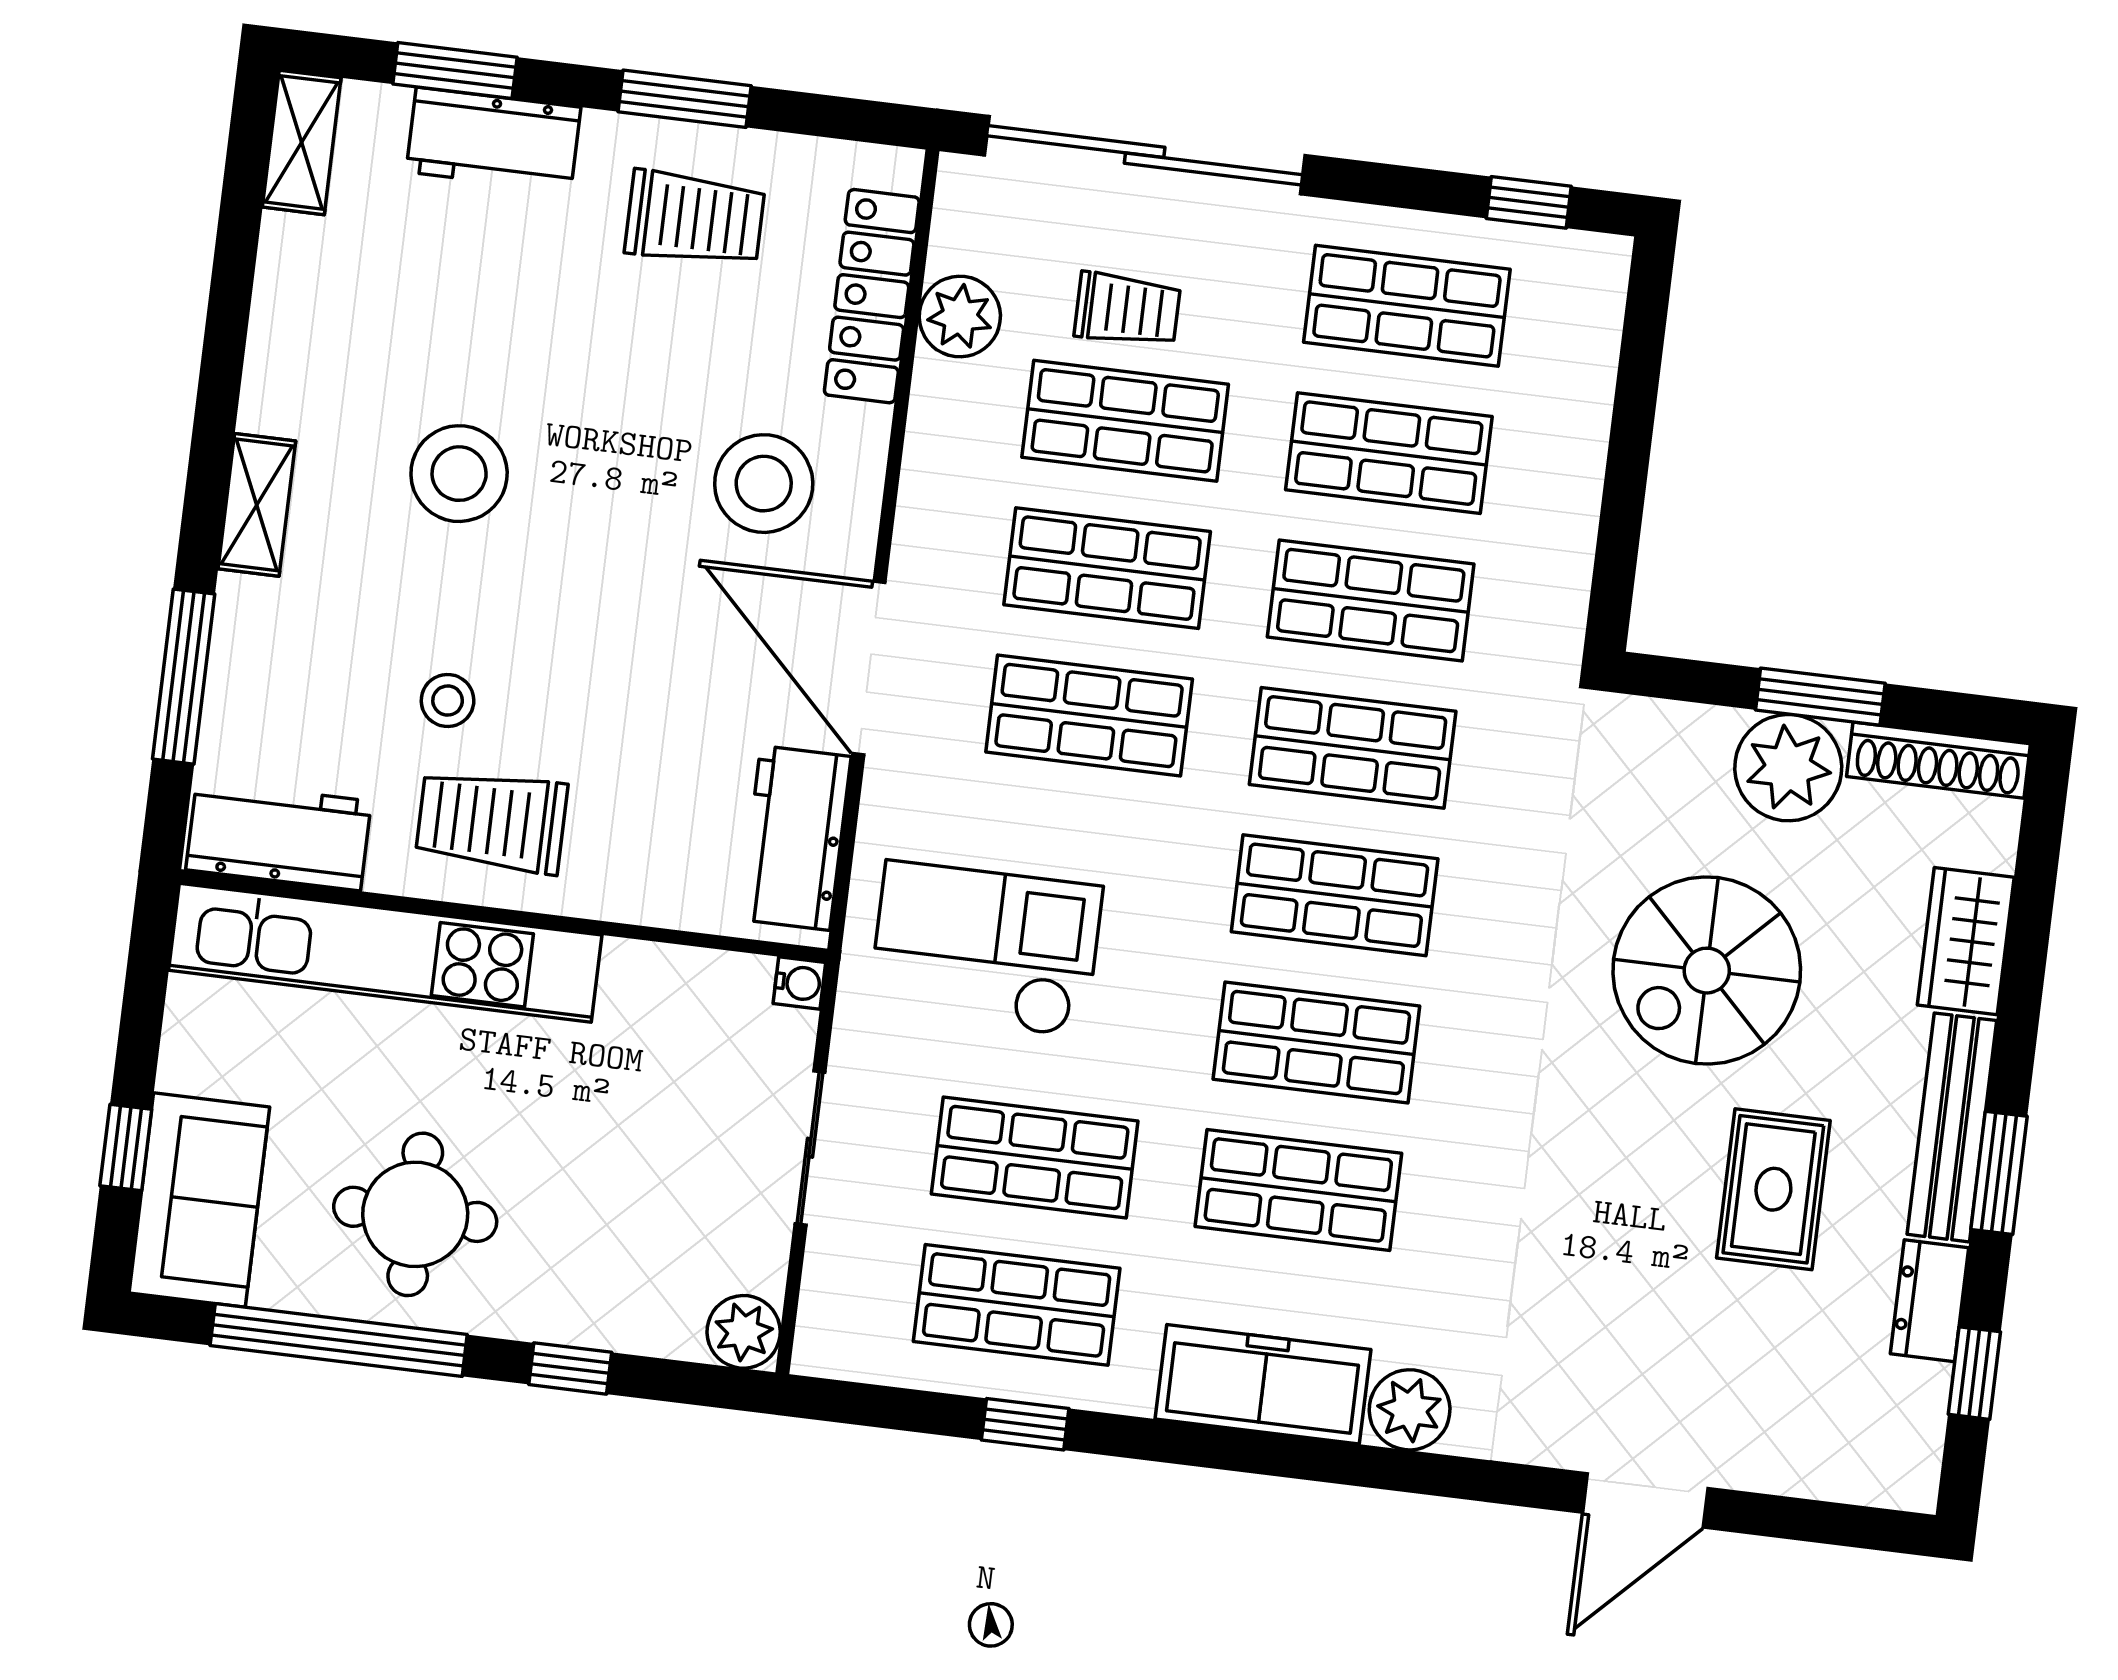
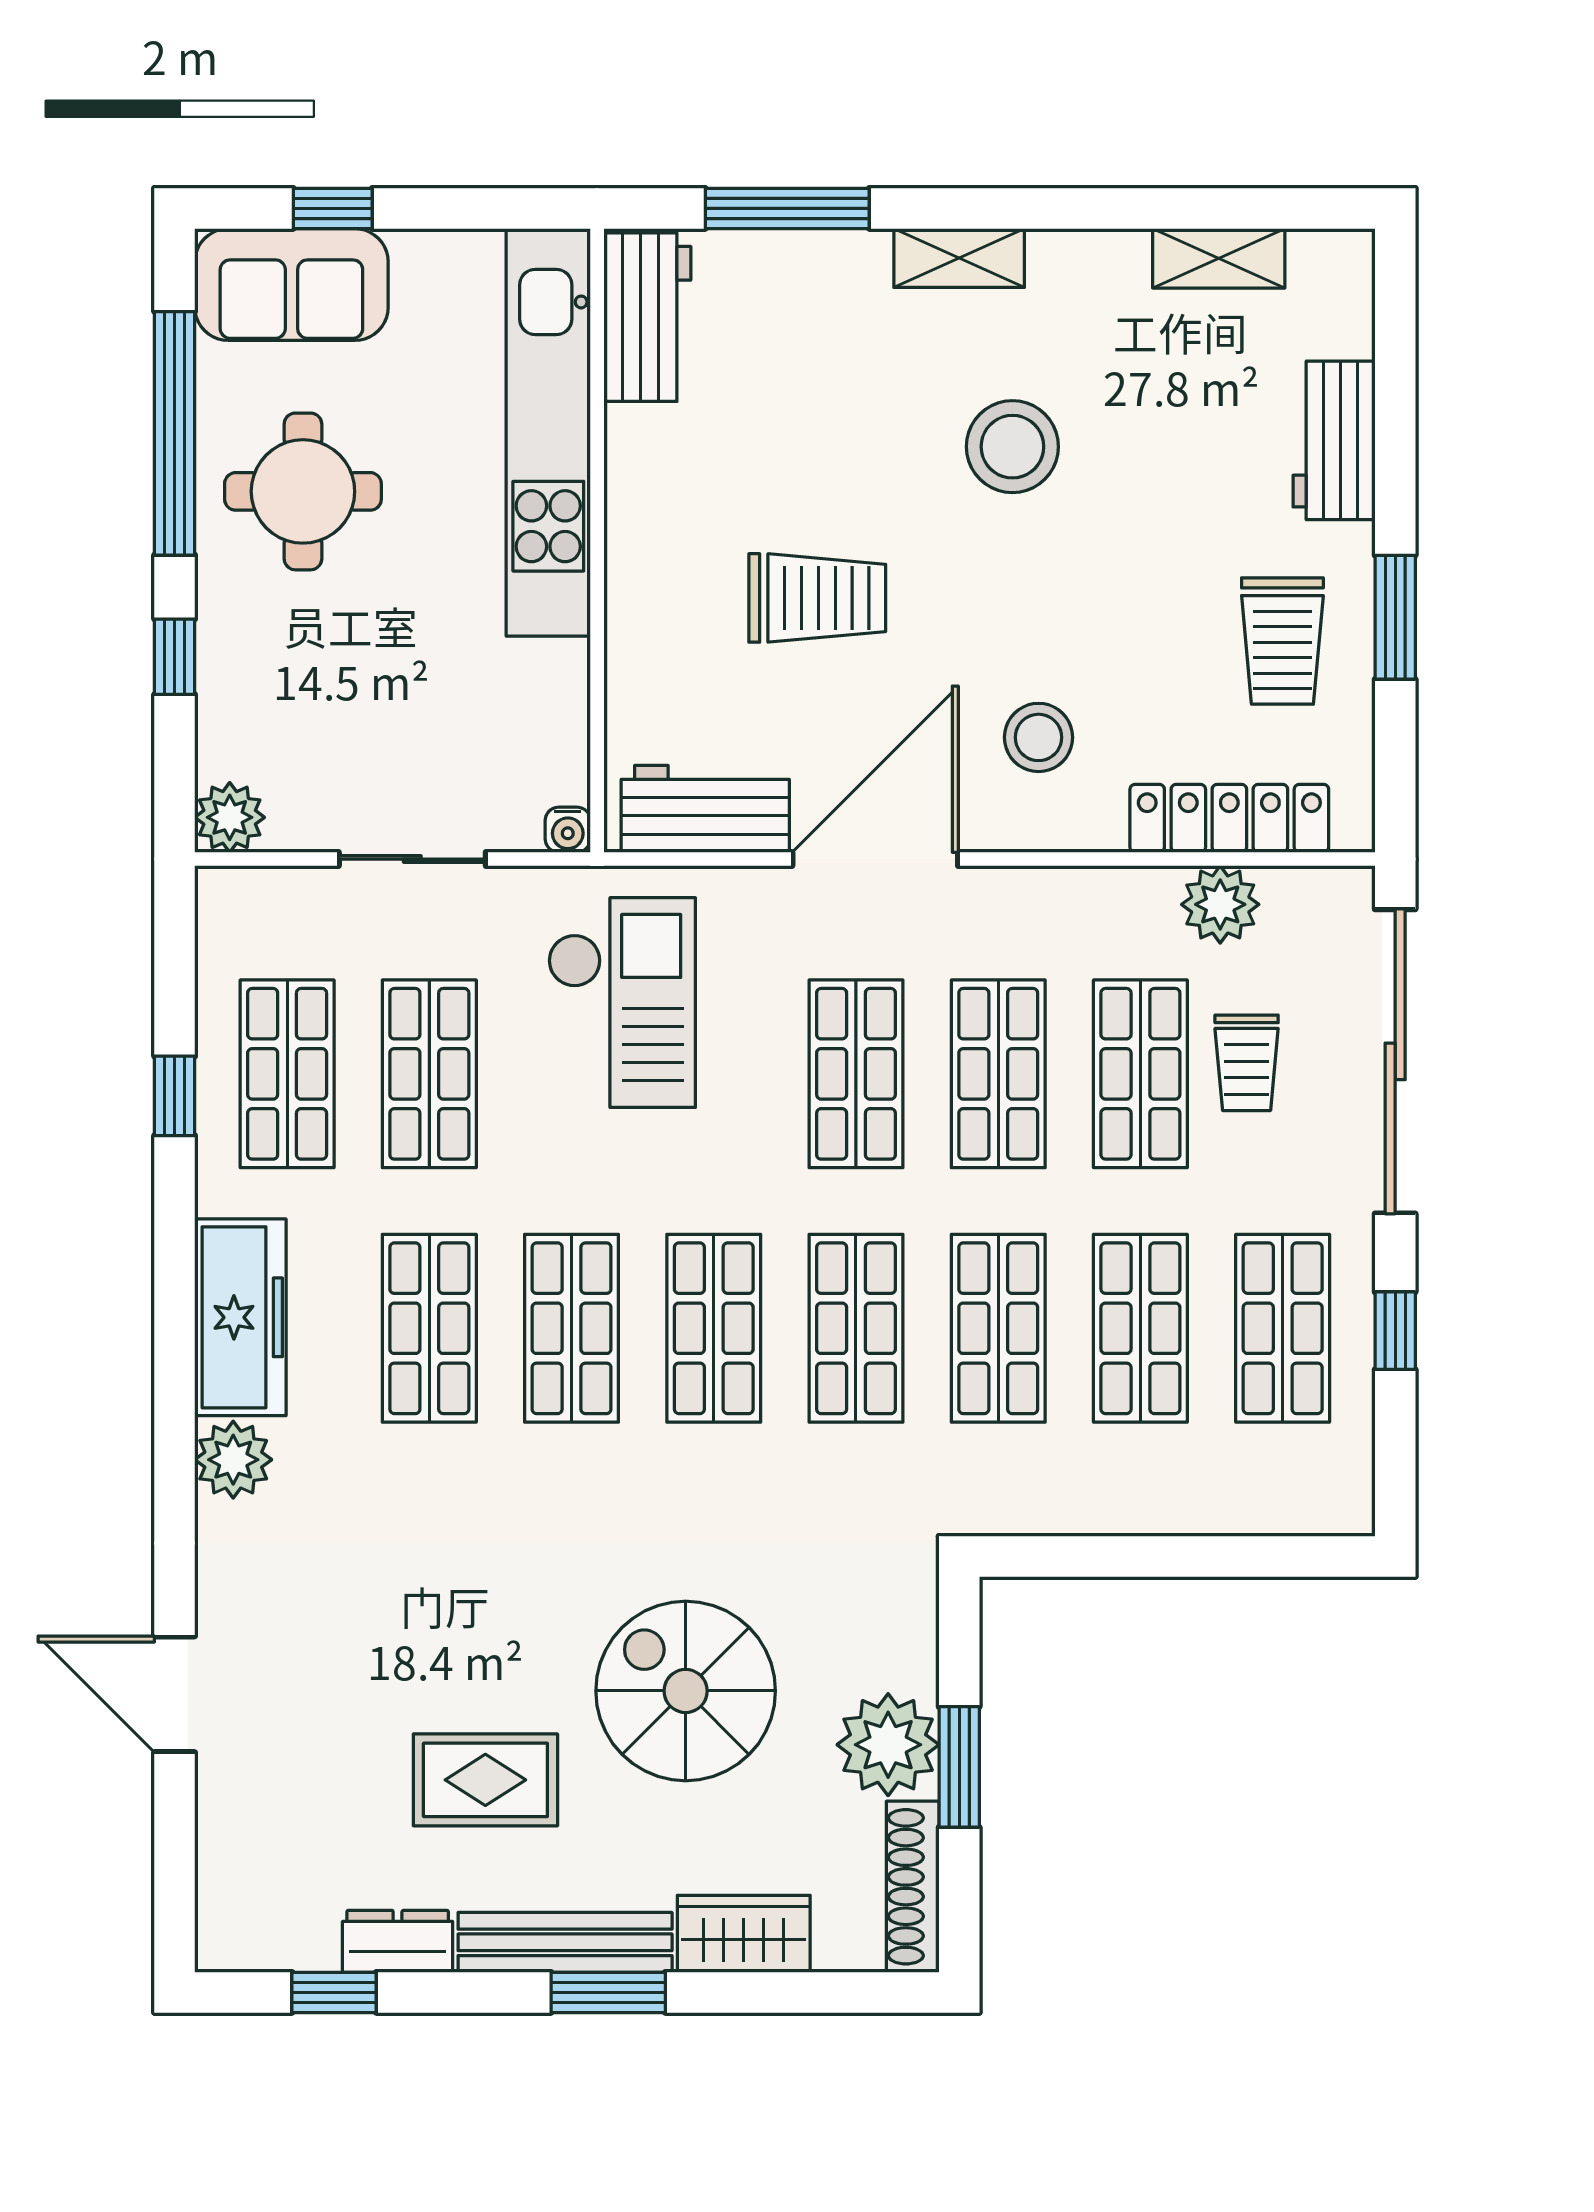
window: (455, 71) -> (1395, 396), removed
shelving: (302, 142) -> (1219, 258), moved
window: (1529, 202) -> (1395, 1331), moved
stool: (764, 484) -> (1039, 737), width x0.73, depth x0.73
stool: (448, 701) -> (795, 462), removed
trolley: (492, 821) -> (817, 598), moved, turned 90
window: (1999, 1173) -> (608, 1992), moved

